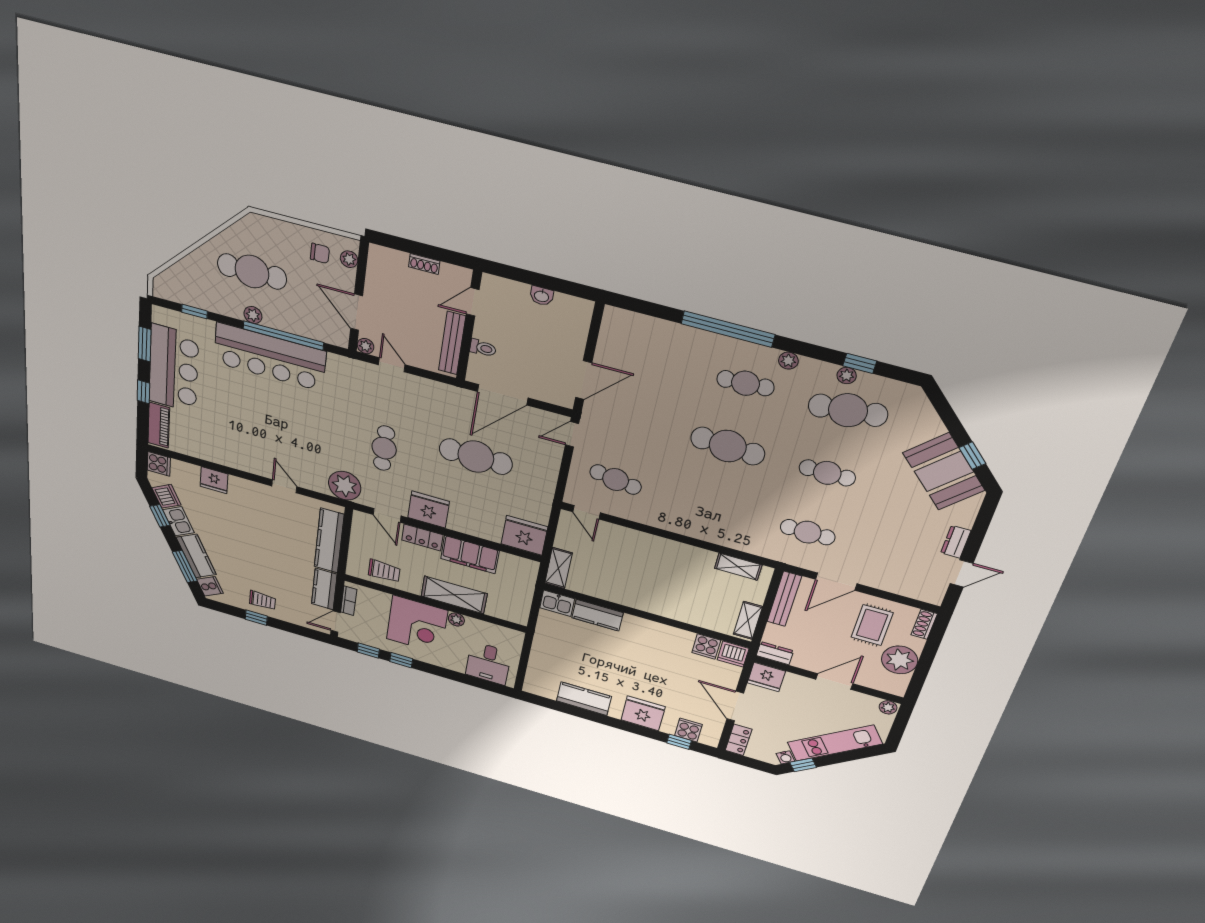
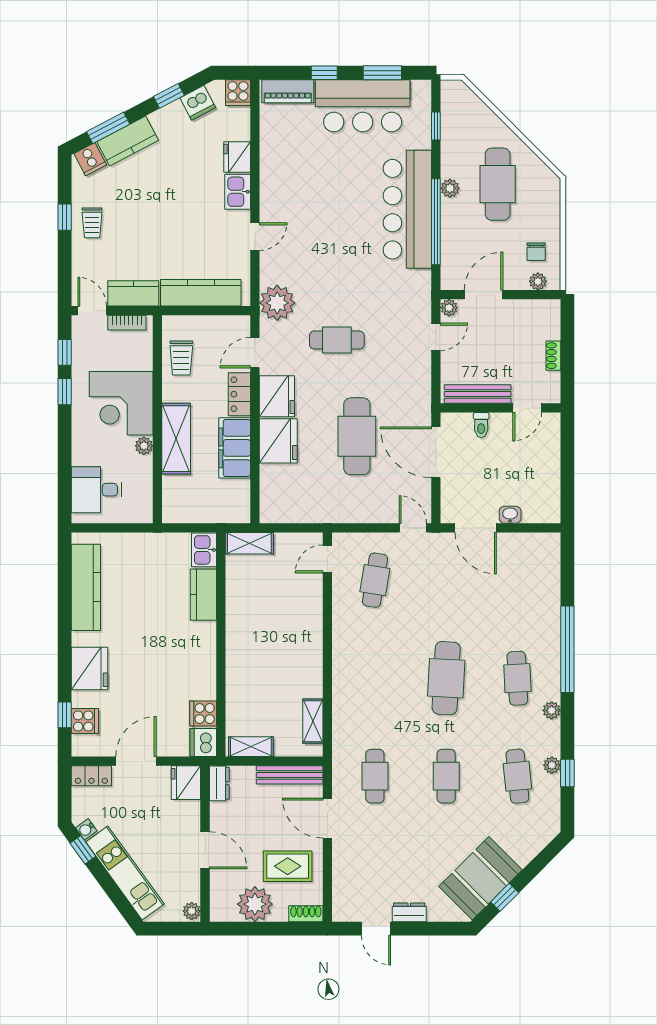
washbasin: (542, 296) -> (510, 515), moved, turned 90
door: (473, 302) -> (527, 408), swing flipped
cafe table: (848, 410) -> (517, 776), width x0.73, depth x0.74
kitchen sink: (178, 521) -> (238, 192), moved, turned 118
fridge: (524, 535) -> (278, 441), moved
kitchen counter: (584, 699) -> (86, 587), width x1.50

